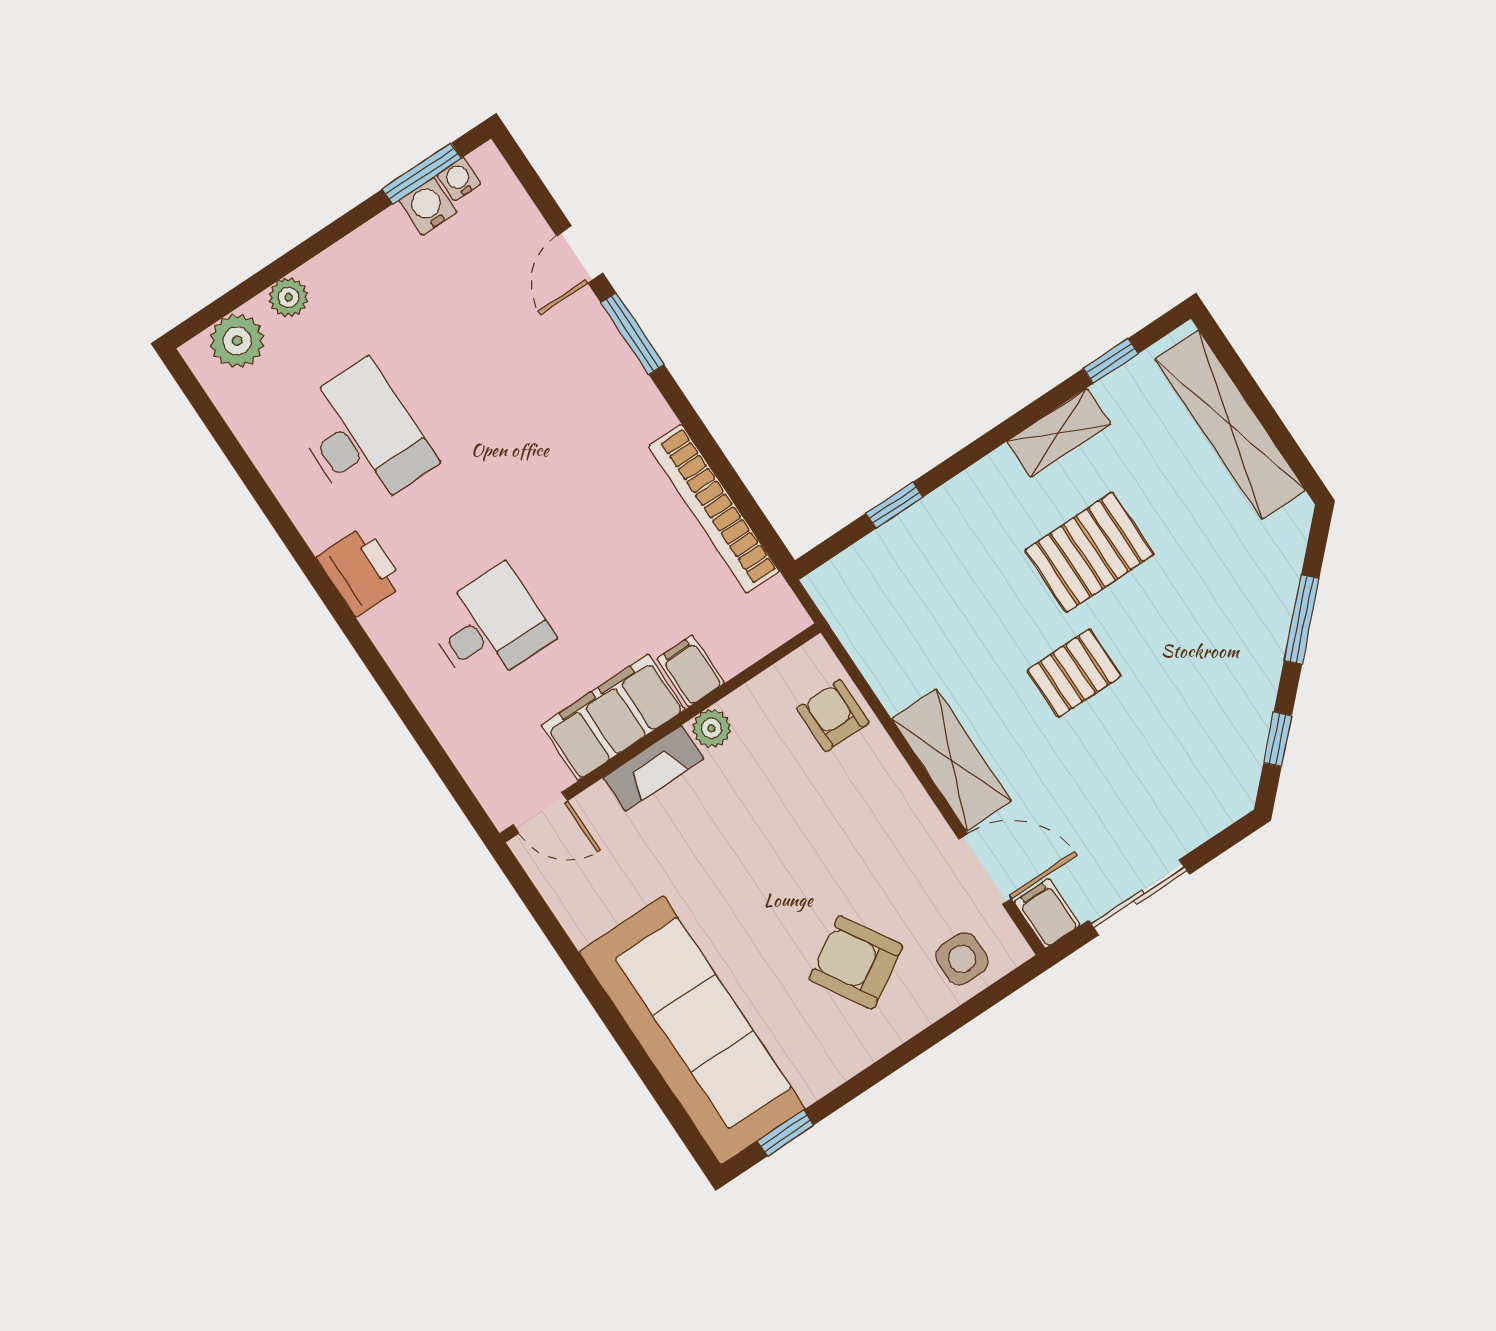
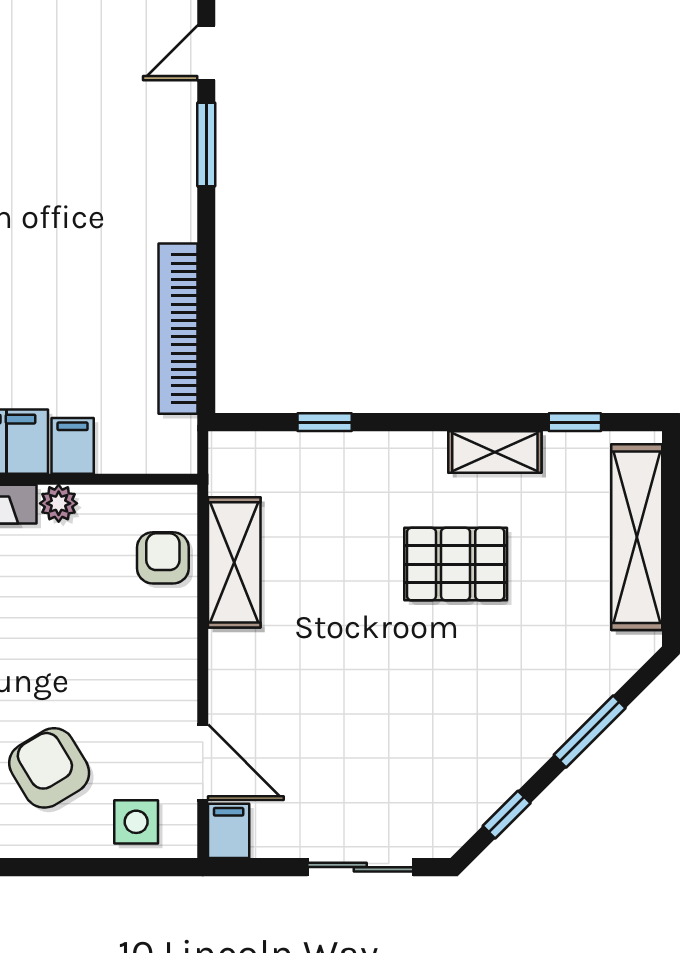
pallet: (1074, 673) -> (379, 653), removed
shelving: (952, 760) -> (234, 562), moved
sliding door: (1139, 897) -> (360, 867), moved

